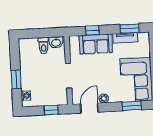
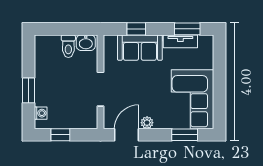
window: (51, 110) -> (60, 135), moved

